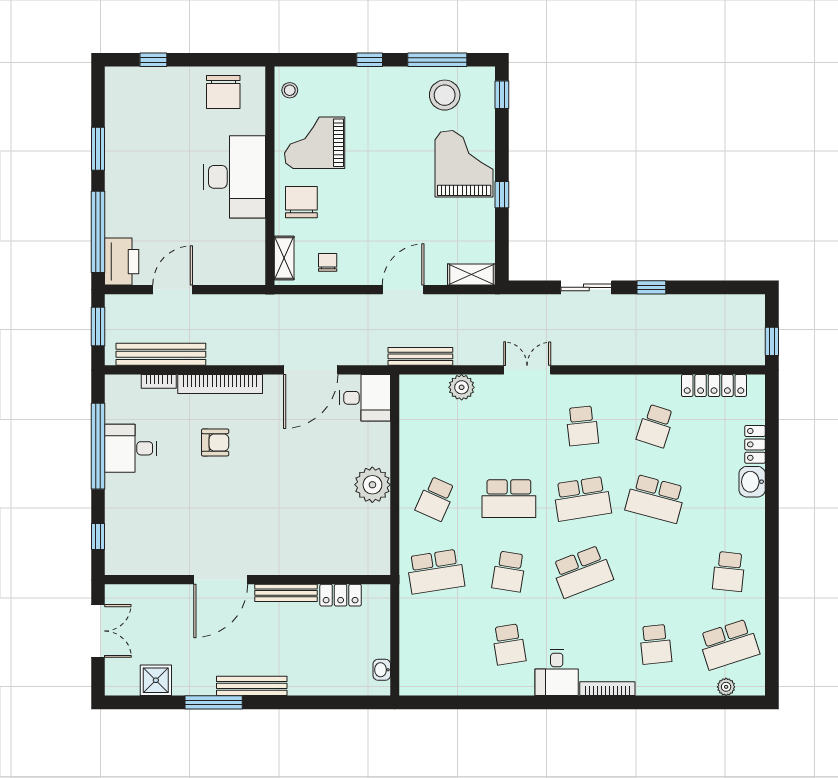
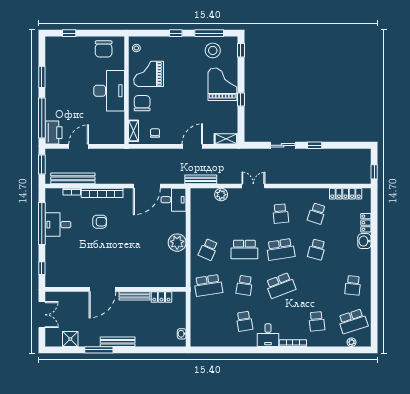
school desk: (656, 499) -> (317, 249), width x0.54

